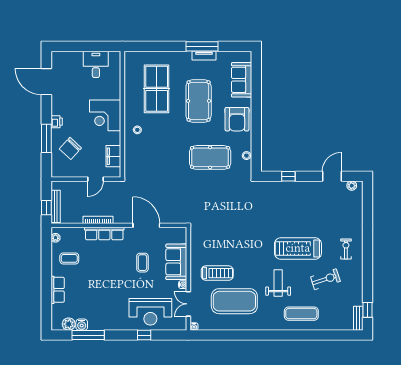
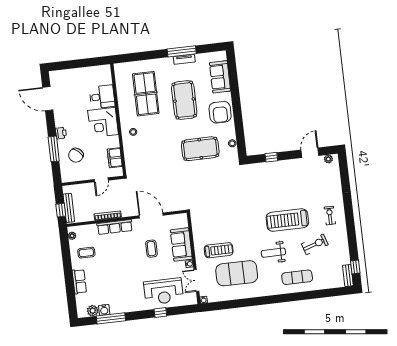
desk: (96, 64) -> (102, 97), moved, turned 90
weight bench: (278, 283) -> (273, 253), turned -90

